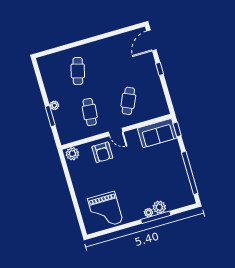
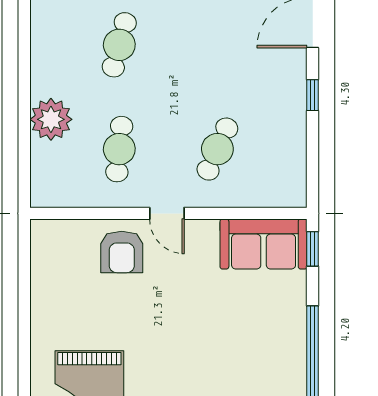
plant: (54, 105) -> (51, 119), width x1.88, depth x1.88
window: (50, 116) -> (24, 132), removed
plant: (72, 154) -> (51, 235), removed

